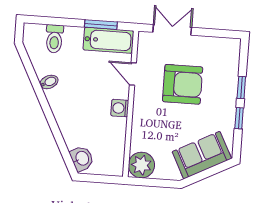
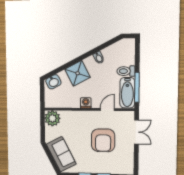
window: (101, 25) -> (137, 87), width x1.44
toilet: (54, 39) -> (126, 71), moved
shower: (71, 118) -> (78, 73), added

